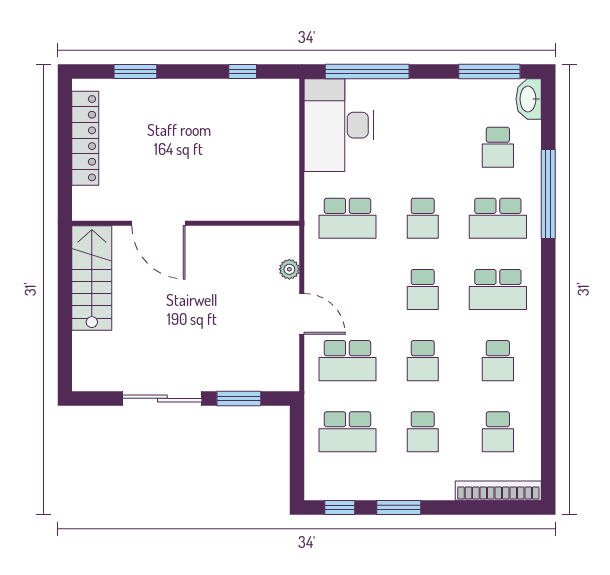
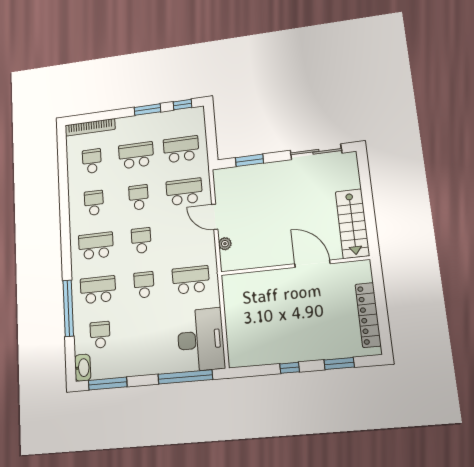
window: (243, 71) -> (290, 368), moved
sliding door: (162, 398) -> (316, 152), moved
school desk: (423, 432) -> (136, 155), width x1.85

